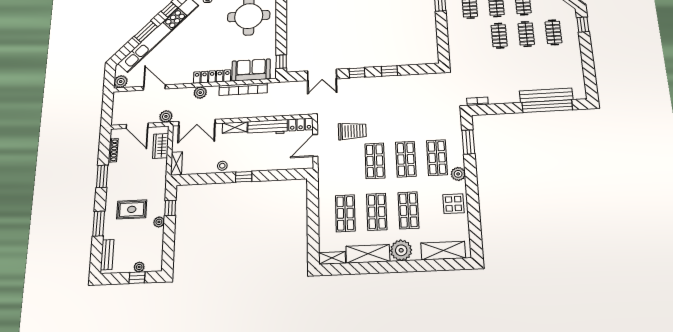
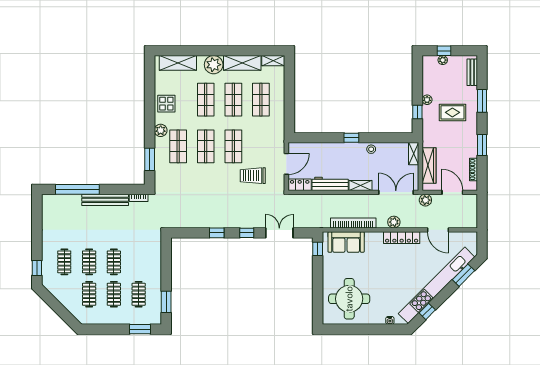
window: (146, 32) -> (464, 275), moved
locker: (212, 77) -> (402, 238), moved
plant: (121, 82) -> (471, 238), removed
bench: (546, 95) -> (105, 200), moved
wardrobe: (161, 146) -> (429, 165), width x1.50

